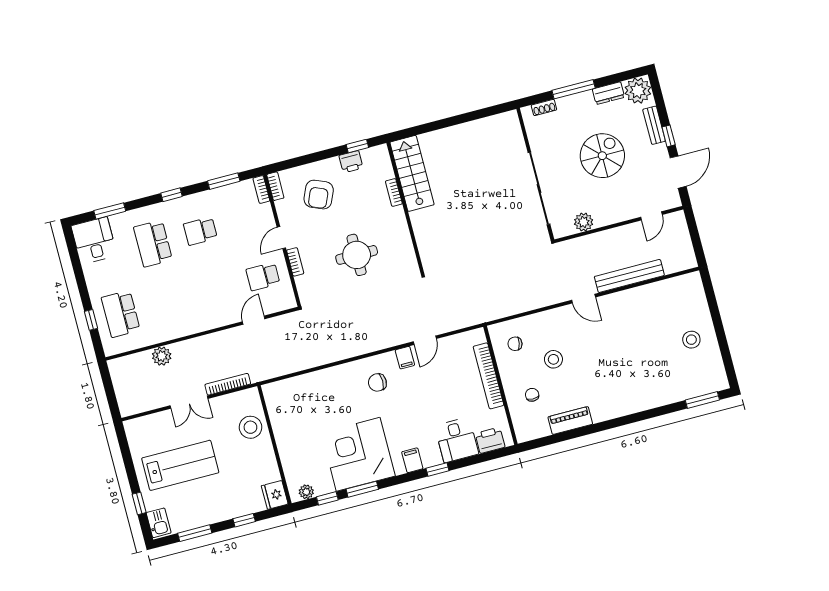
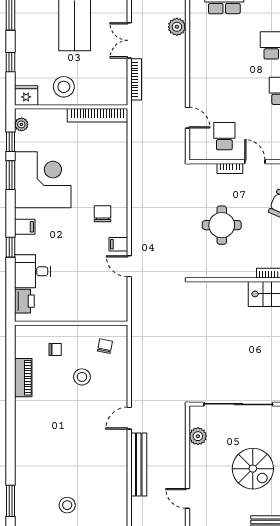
bookcase: (489, 376) -> (98, 115), moved, turned 180
stool: (250, 427) -> (64, 87), moved

